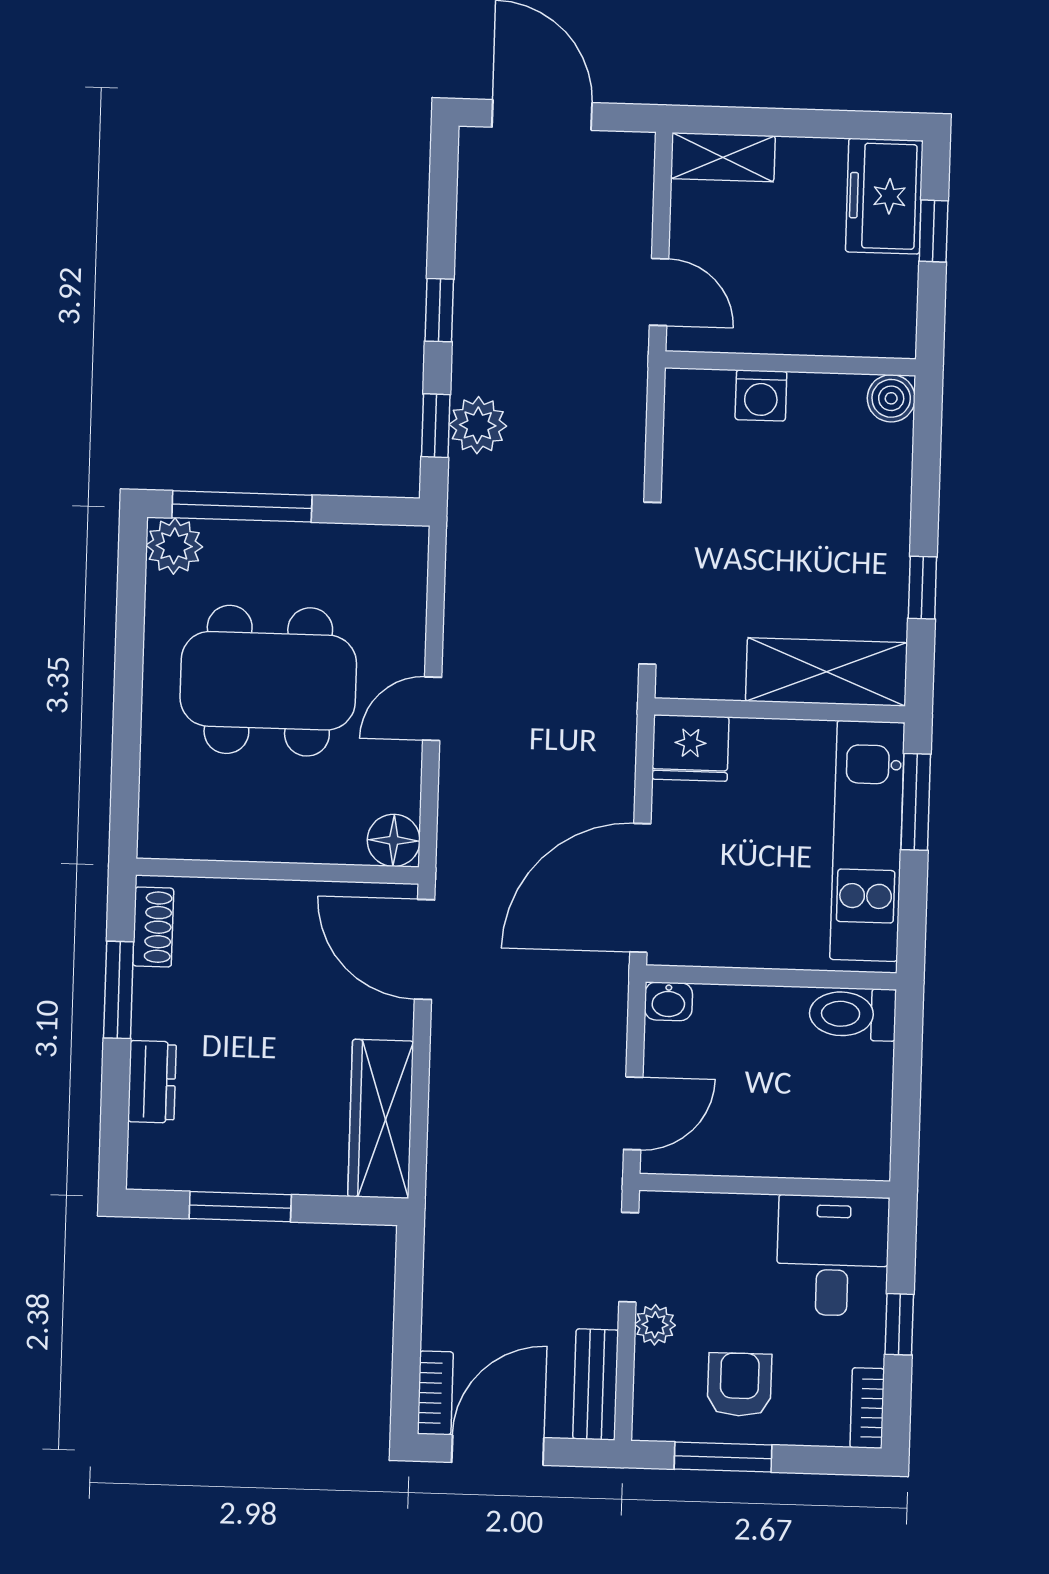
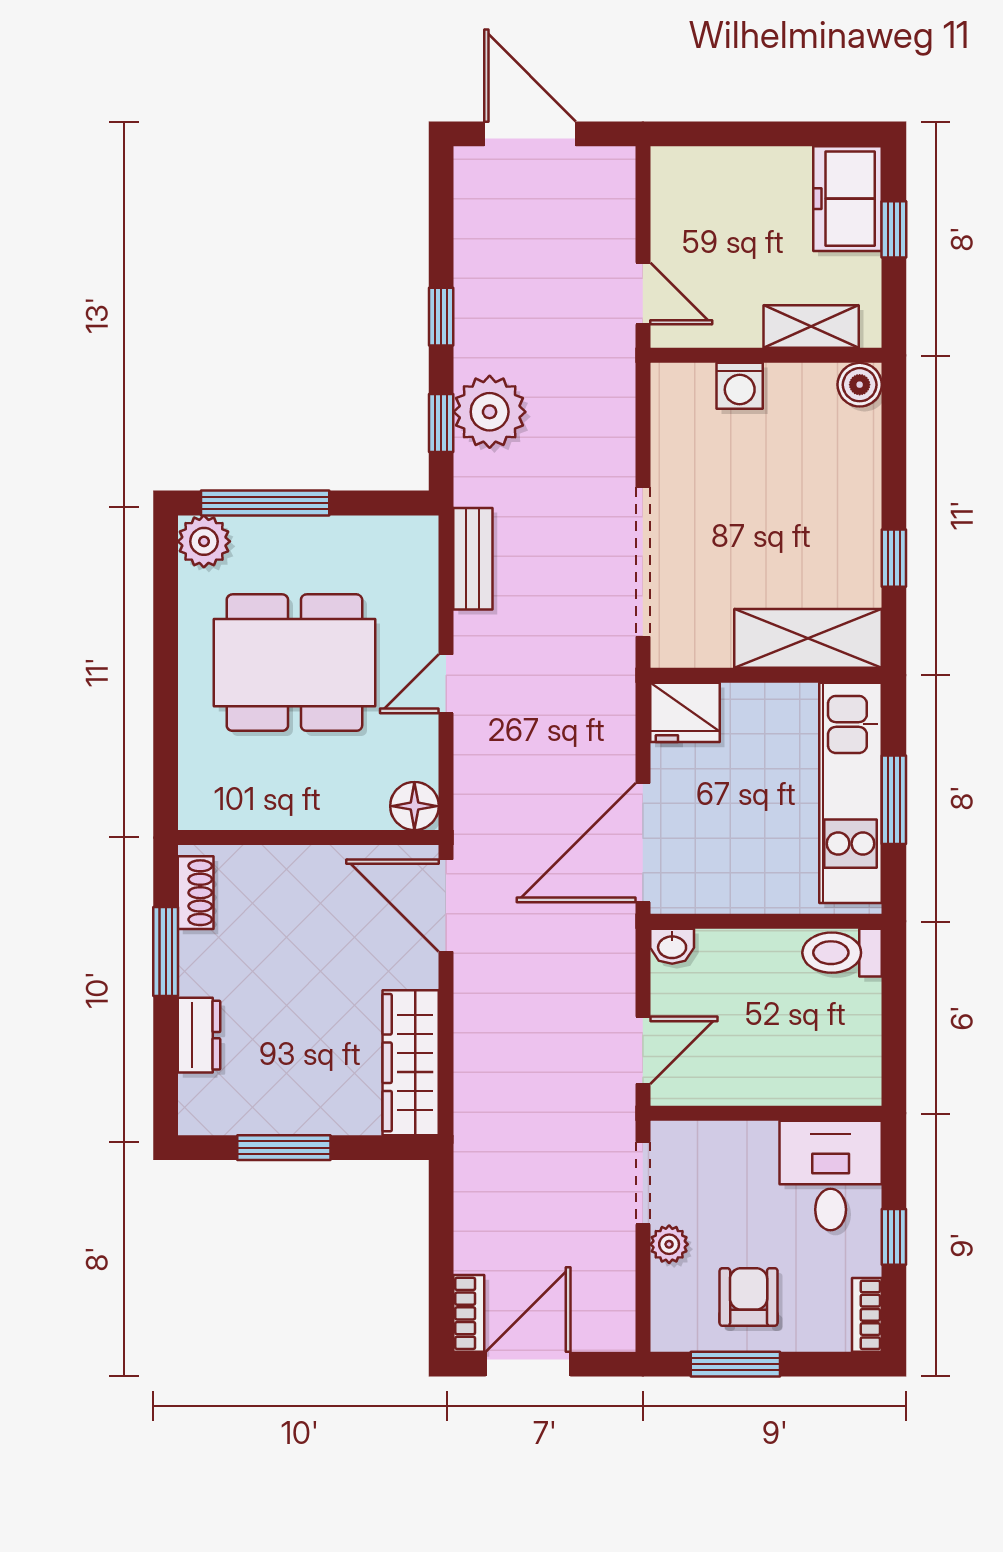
shelving: (723, 157) -> (811, 327), moved
plant: (478, 425) -> (490, 412), width x1.36, depth x1.36
window: (916, 802) -> (894, 800), moved
bench: (596, 1384) -> (473, 559), moved

